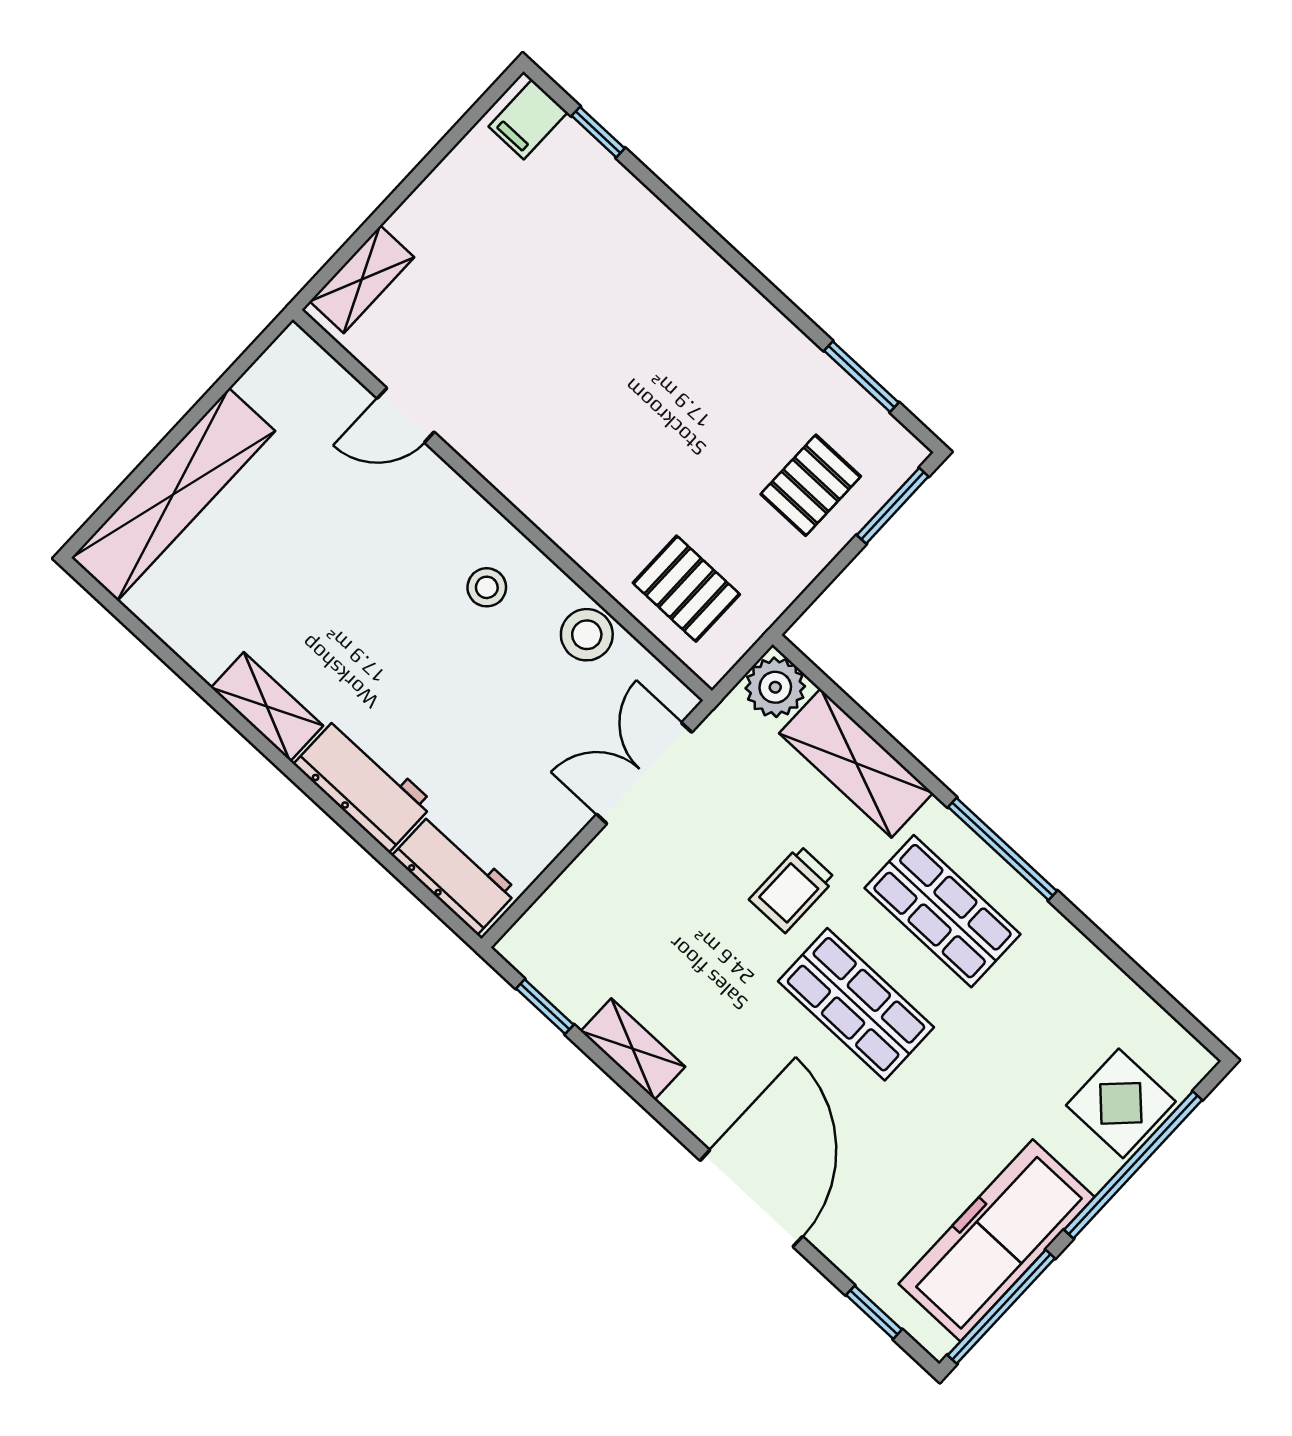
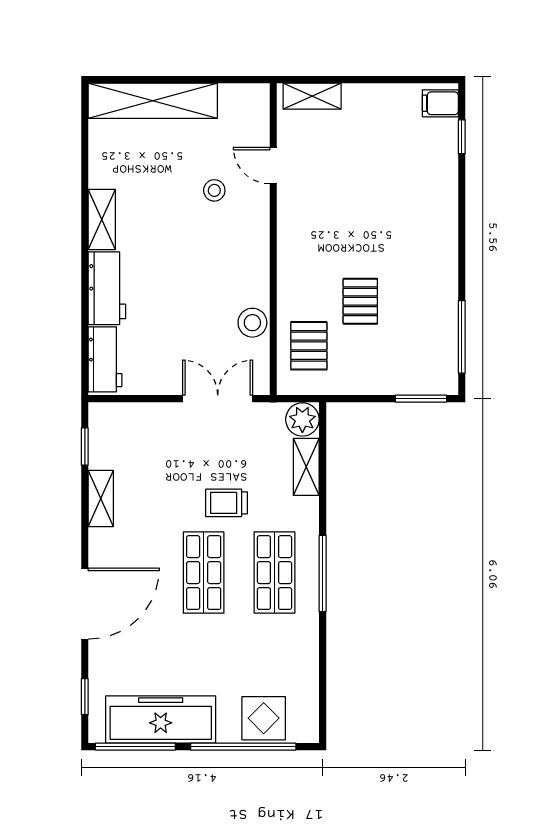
window: (861, 377) -> (462, 337), width x1.44
pallet: (811, 485) -> (360, 301), moved, turned 90
stool: (487, 587) -> (214, 190), moved
shelving: (856, 763) -> (306, 467), width x0.67, depth x0.75

